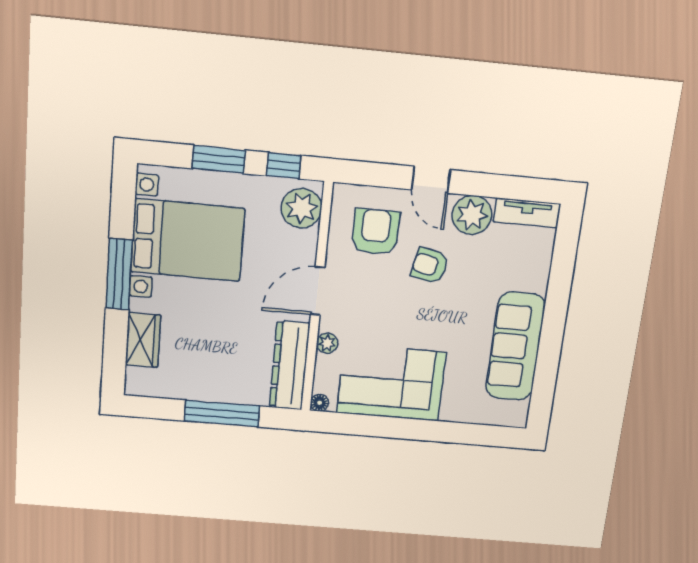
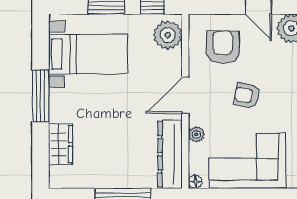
bed with nightstands: (188, 240) -> (88, 54), width x0.73
armchair: (430, 266) -> (247, 96), moved

